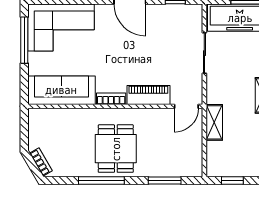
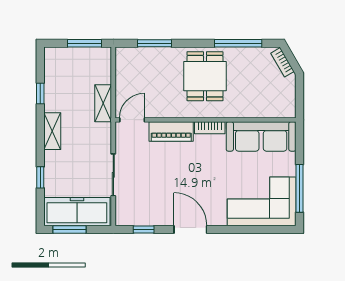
window: (101, 181) -> (238, 43), moved
window: (232, 181) -> (85, 43), width x1.50

